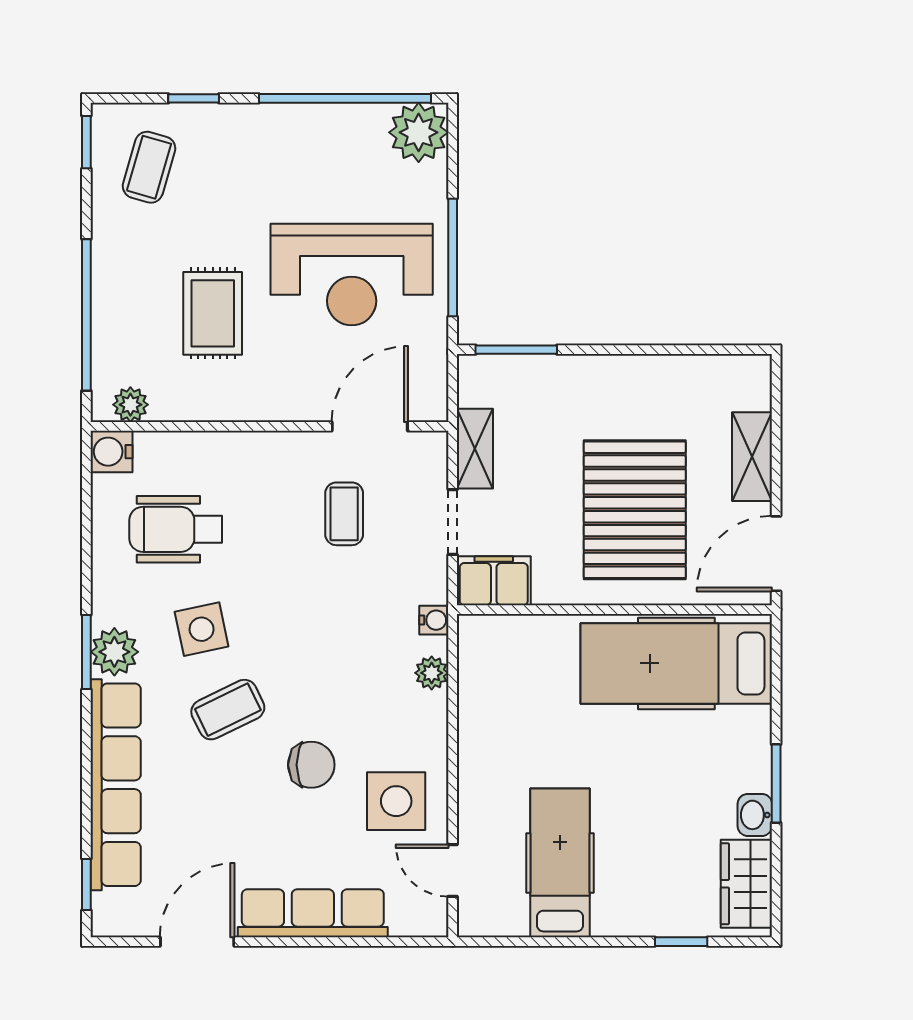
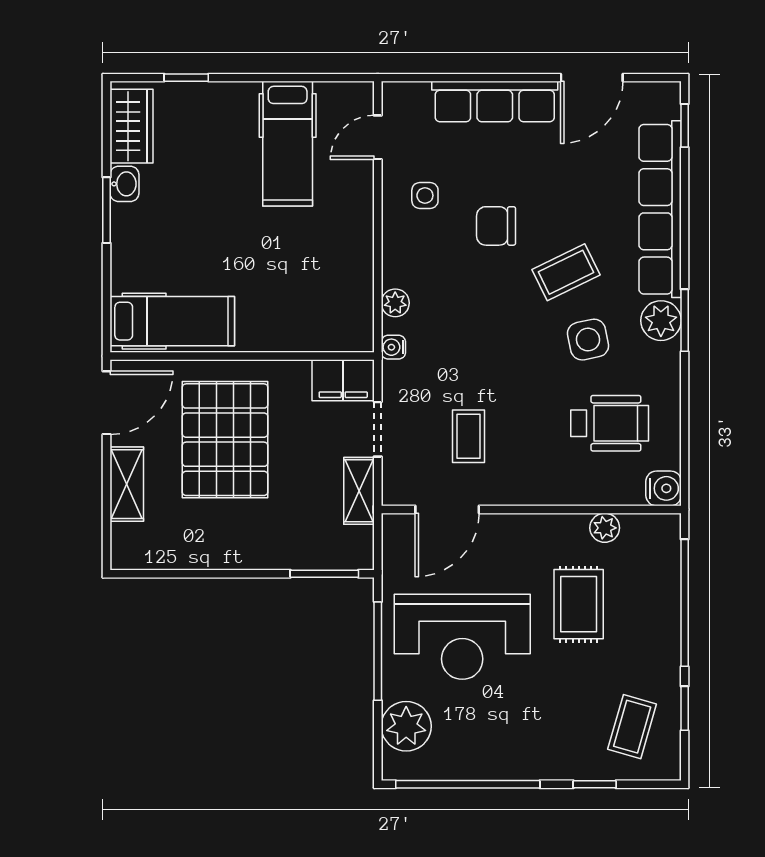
plant: (419, 132) -> (406, 726), moved
window: (86, 142) -> (685, 708), moved
reception desk: (352, 274) -> (462, 637), turned 180
plant: (130, 405) -> (605, 528), moved
hospital bed: (676, 663) -> (172, 321), width x0.73, depth x0.78
side table: (396, 801) -> (425, 195), width x0.54, depth x0.54
door: (453, 870) -> (378, 137), swing flipped

